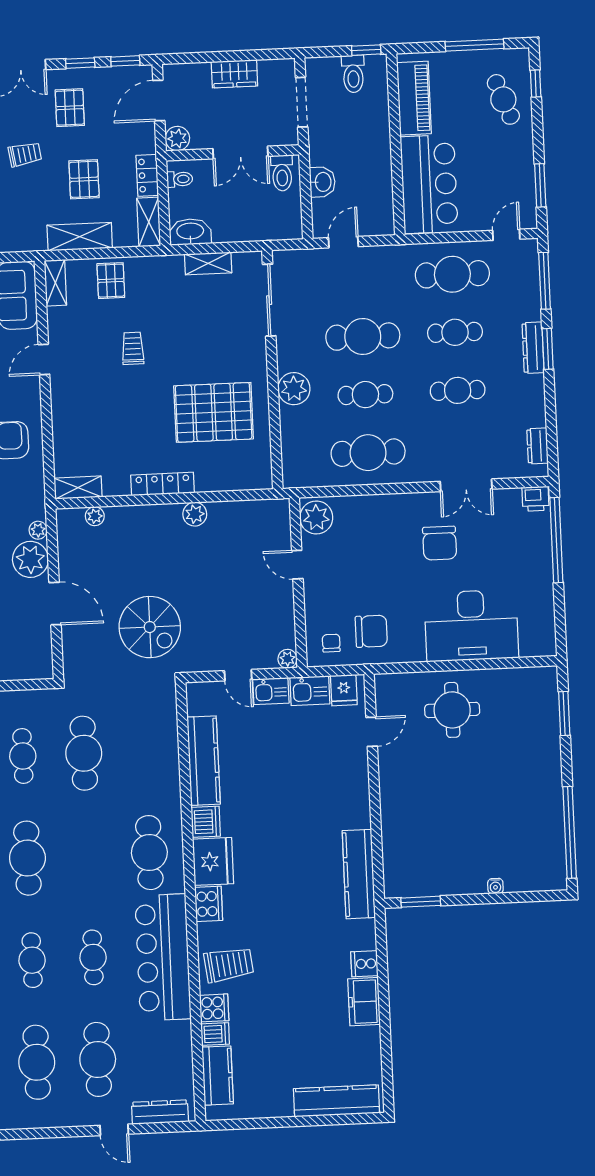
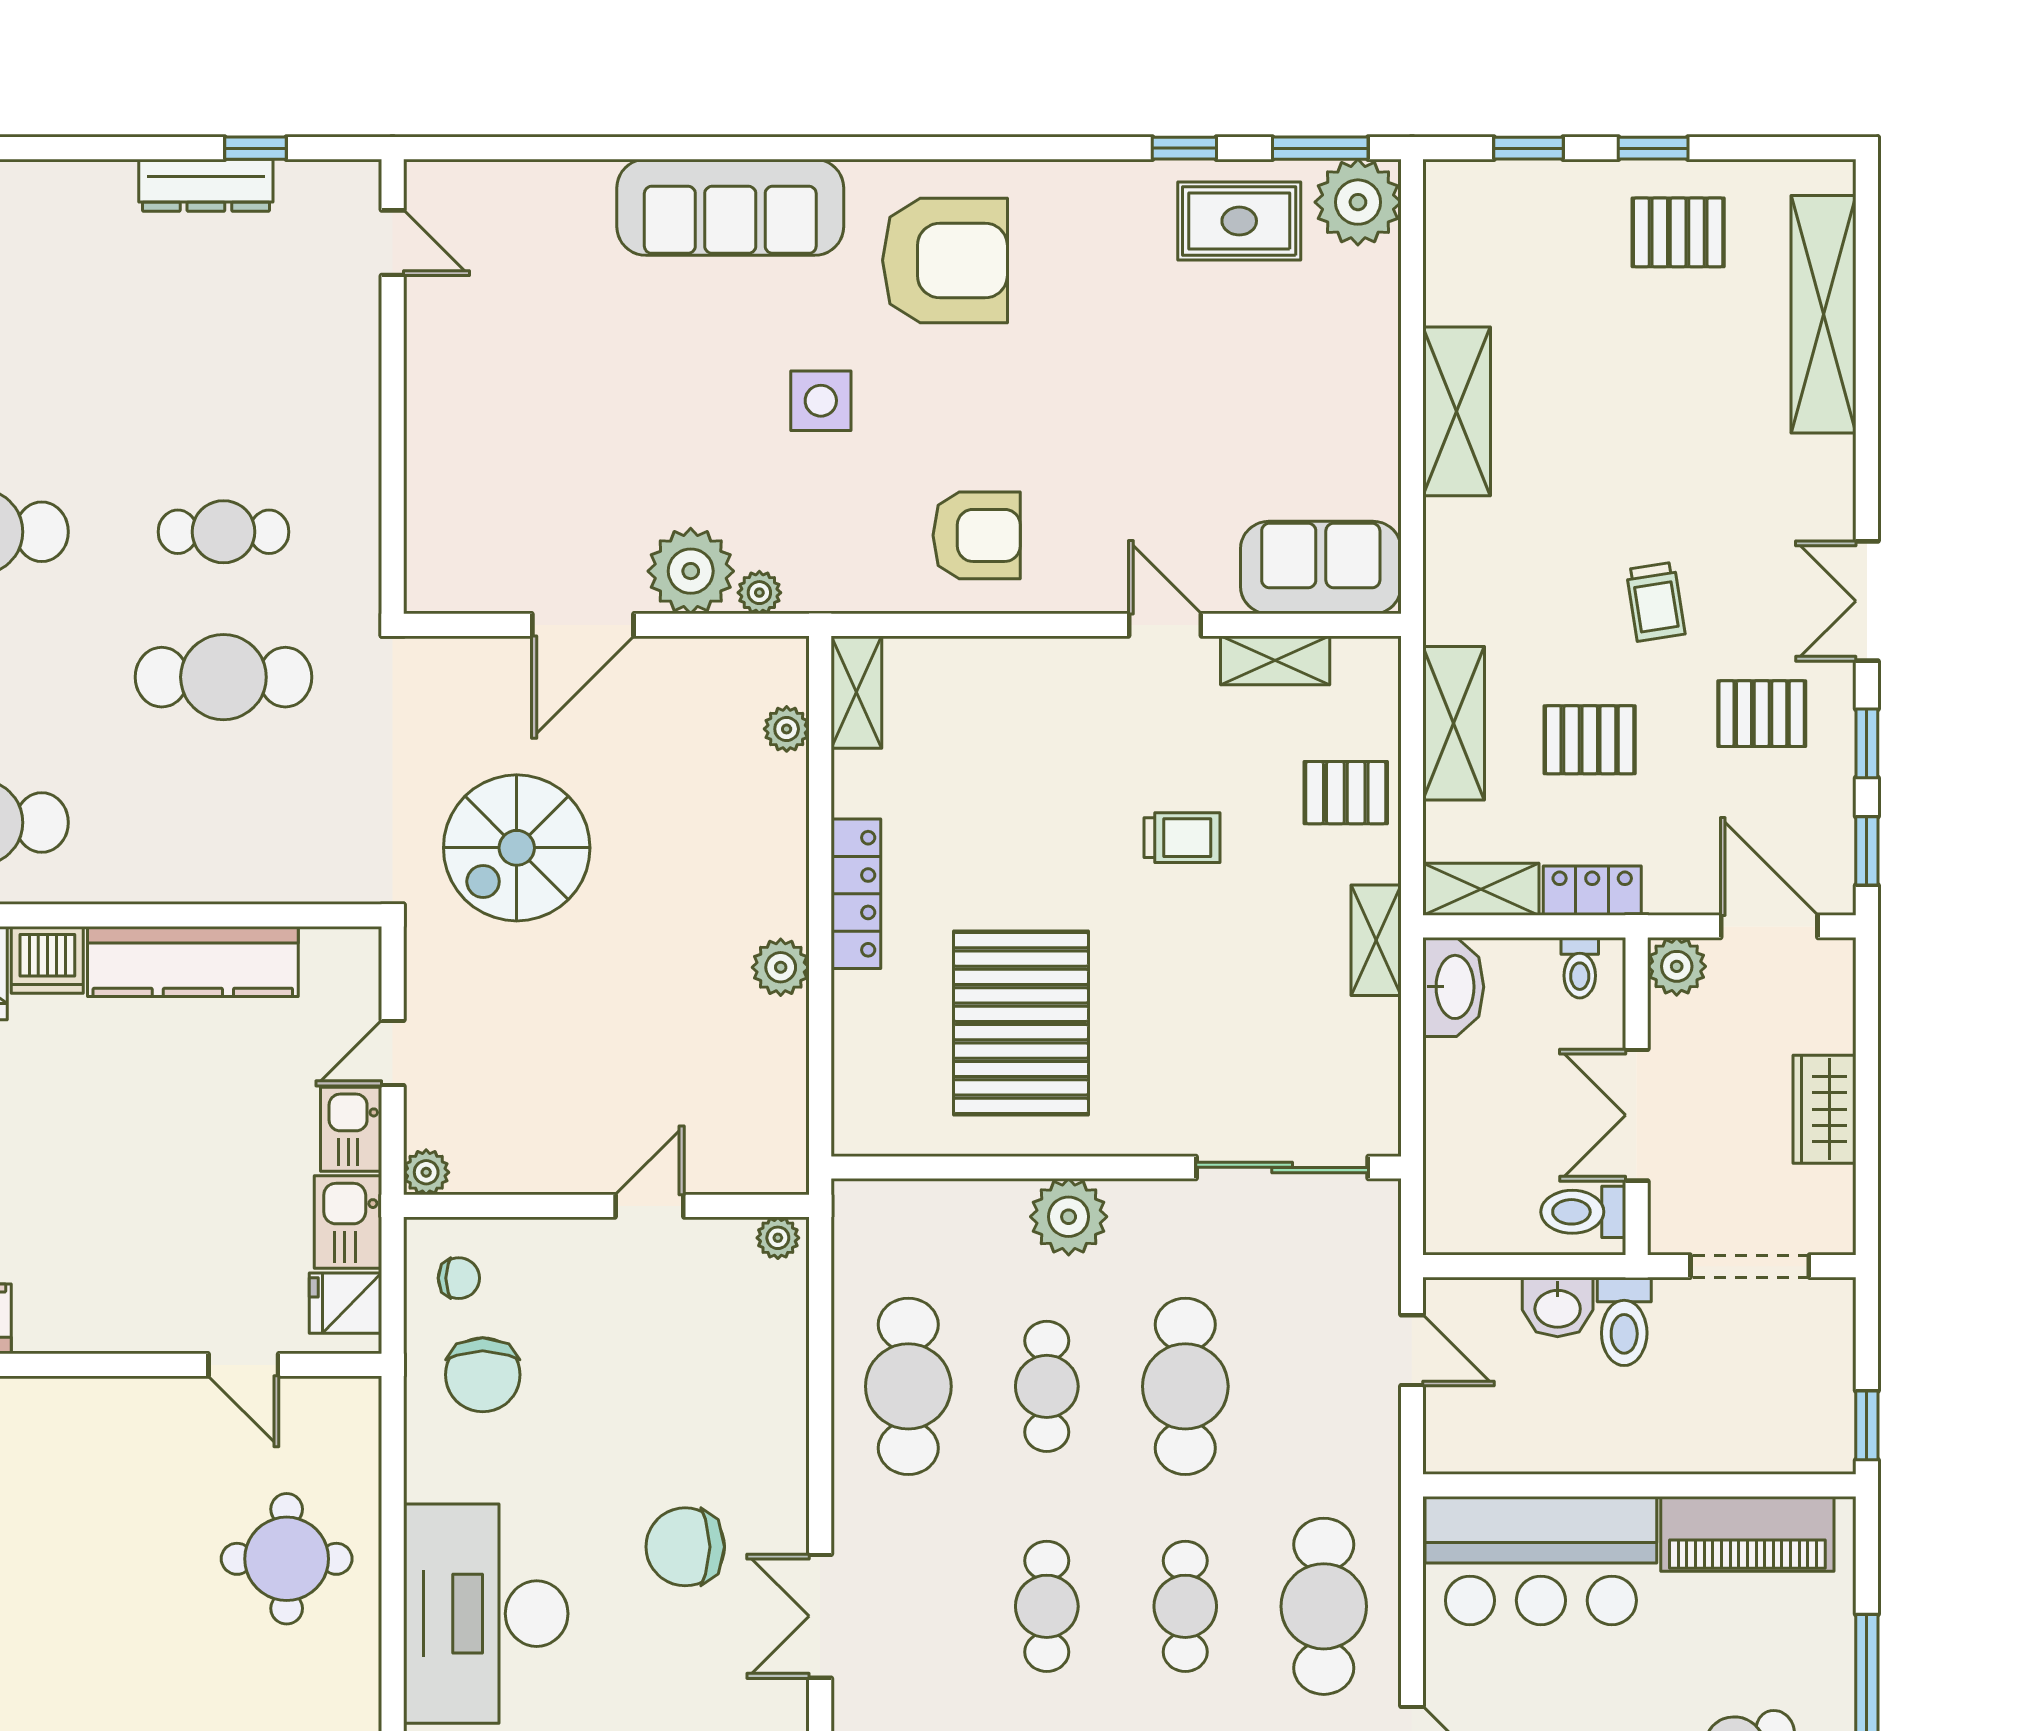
toilet: (353, 74) -> (1624, 1321), moved, turned -90
shelving: (208, 263) -> (1376, 940), moved
shelving: (55, 283) -> (1275, 660), moved
plant: (316, 517) -> (778, 1238), width x0.53, depth x0.53

